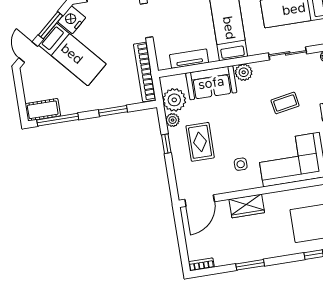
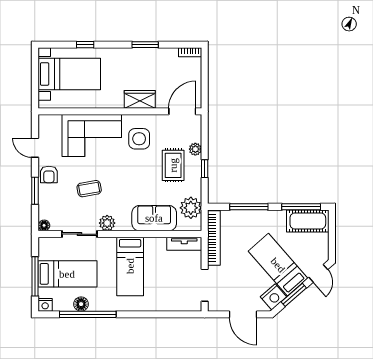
tv unit: (189, 59) -> (184, 244), moved
plant: (244, 72) -> (107, 223), moved
cot: (43, 110) -> (308, 221), width x1.37, depth x1.34
window: (113, 111) -> (249, 207), width x1.44
plant: (173, 120) -> (195, 149), moved
side table: (241, 164) -> (139, 139), width x1.87, depth x1.87

